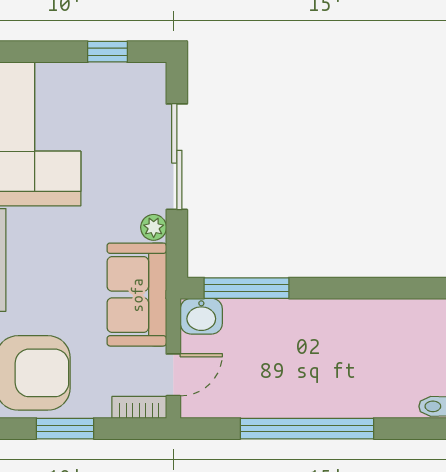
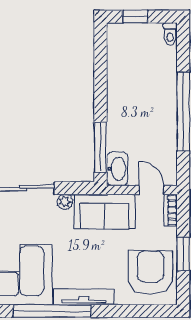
washbasin: (201, 316) -> (117, 169), width x1.38

